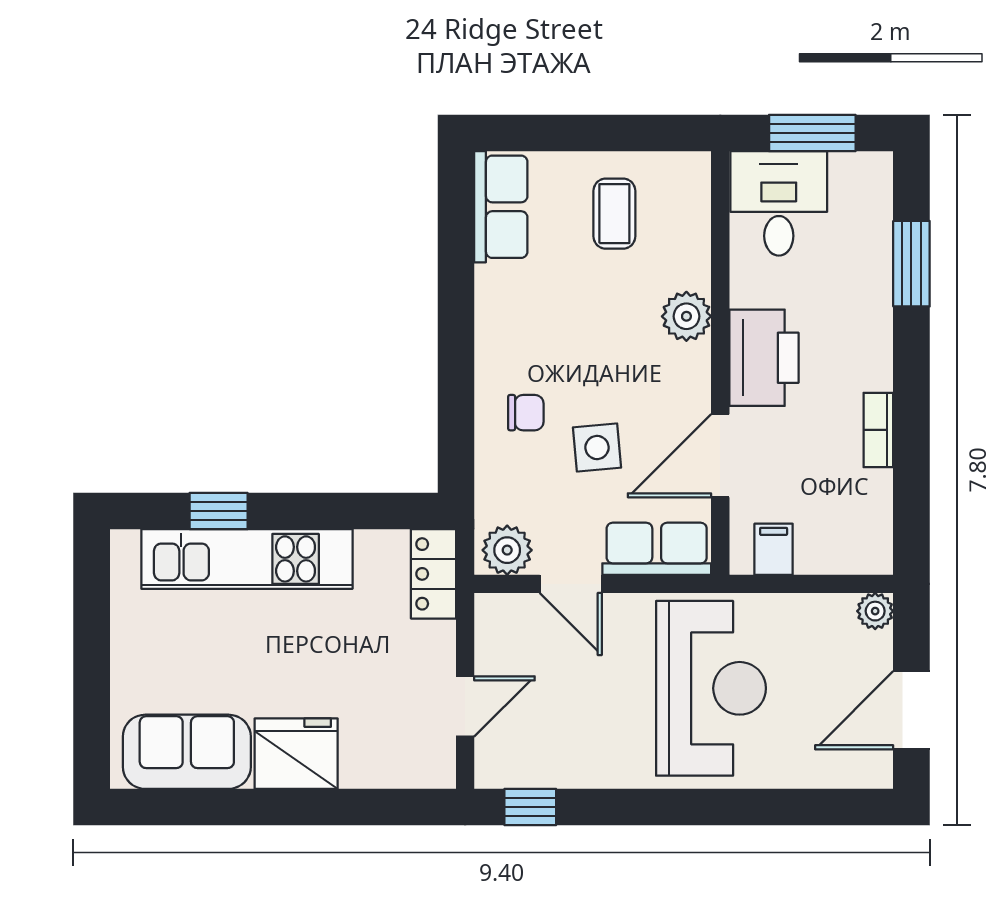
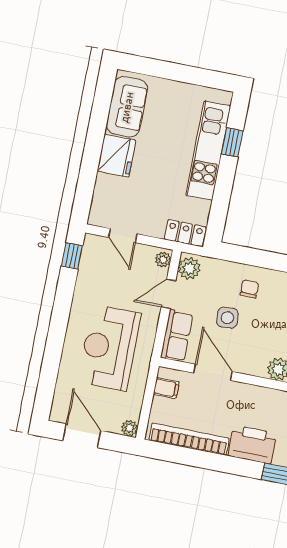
printer: (764, 358) -> (252, 445), moved, turned 180
chair: (526, 413) -> (249, 289), turned 180
bookcase: (878, 430) -> (189, 439), width x2.31, depth x1.31
plant: (499, 610) -> (163, 260), added
reception desk: (711, 688) -> (109, 348), turned 90

